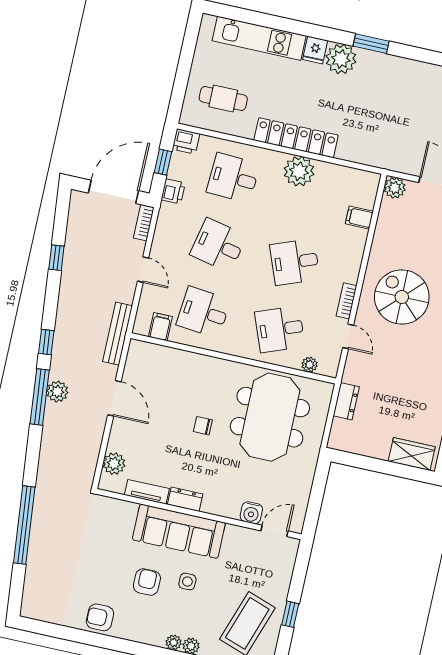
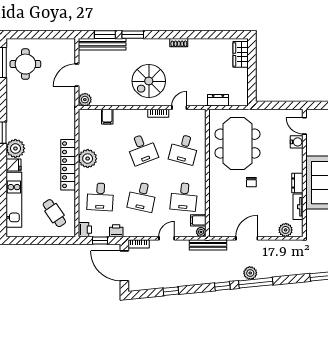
cafe table: (223, 98) -> (54, 213), turned -34
desk: (280, 329) -> (184, 149), turned 36
plant: (310, 365) -> (201, 232), moved
meeting table: (270, 417) -> (237, 144), turned 90

